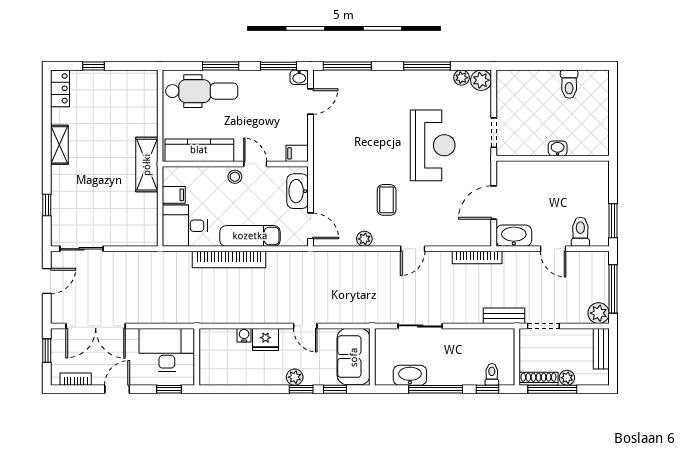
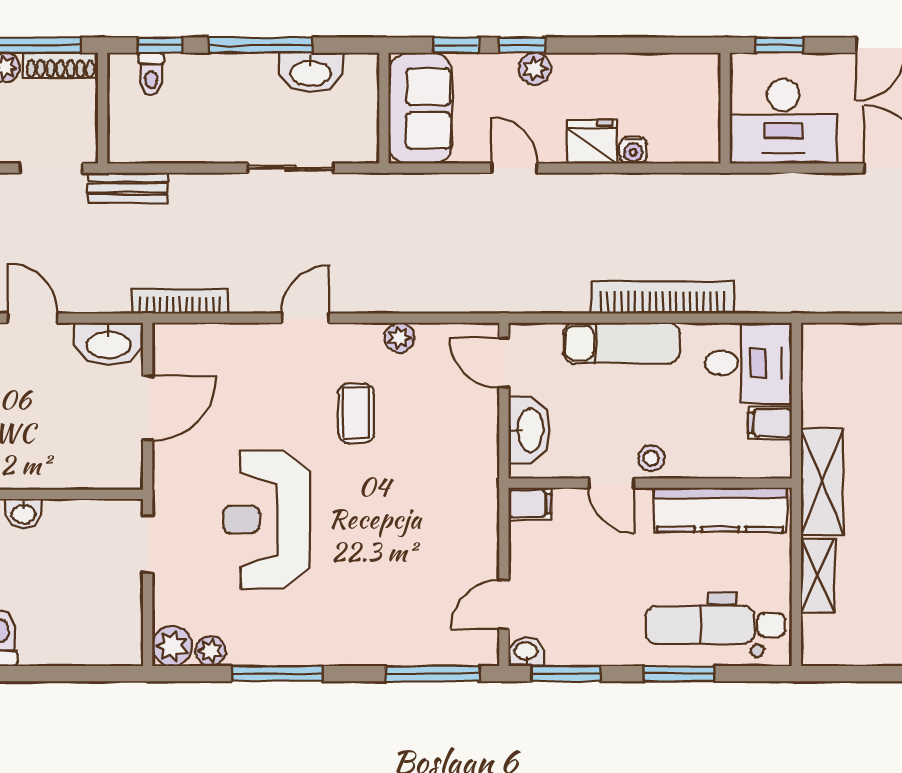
shelving: (149, 116) -> (818, 576), added

